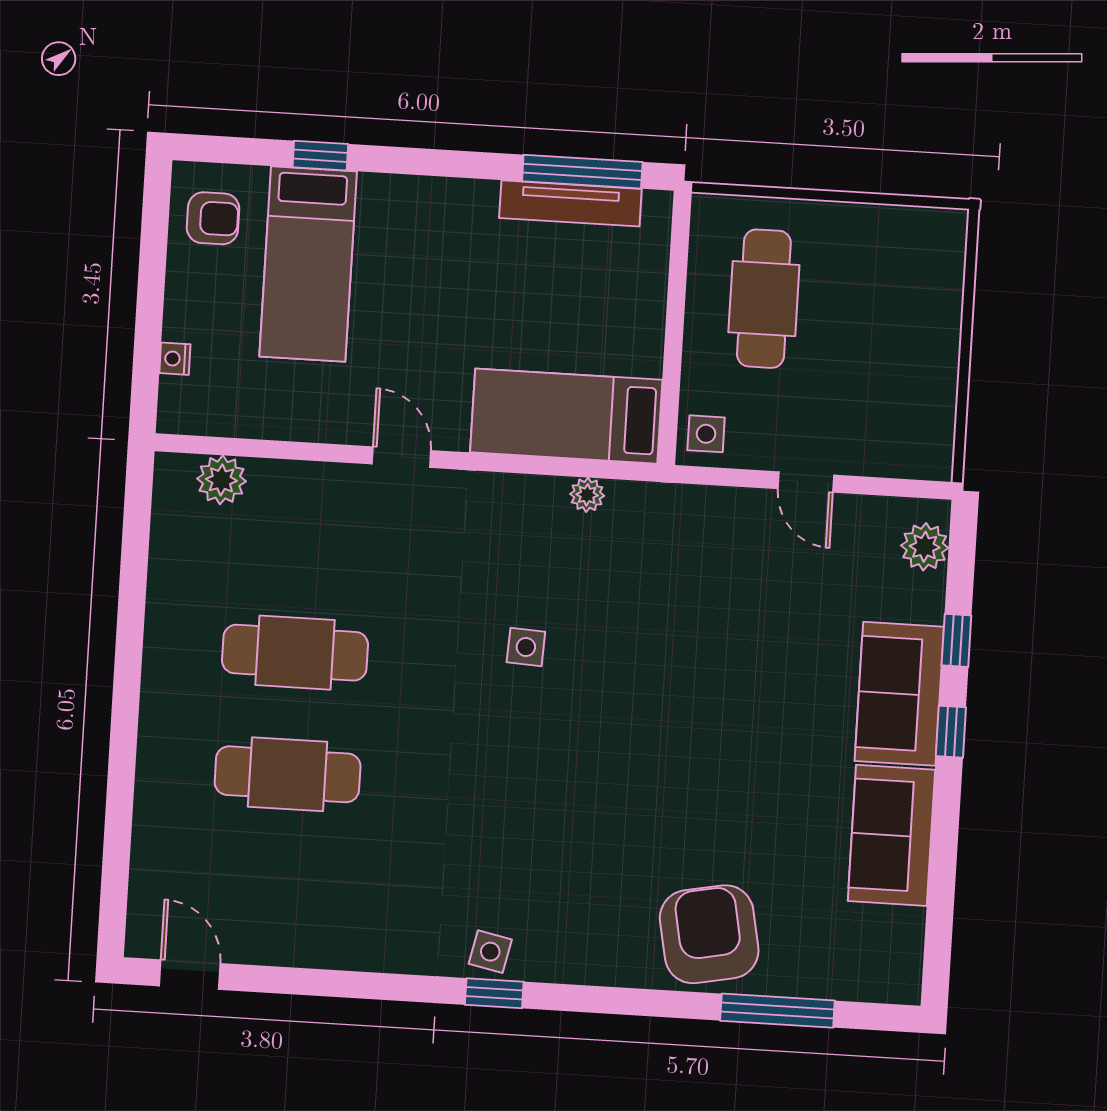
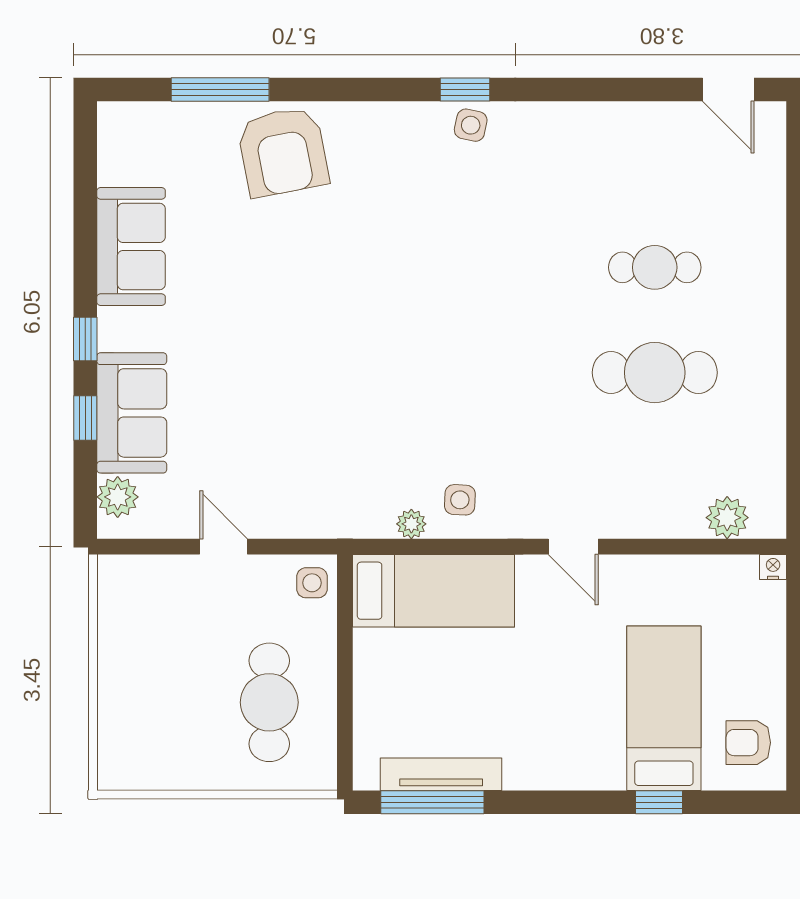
nightstand: (175, 359) -> (773, 567), moved, turned -90
side table: (526, 647) -> (460, 500), moved
sofa: (899, 694) -> (132, 413), moved
cafe table: (288, 774) -> (655, 267), width x0.73, depth x0.74

